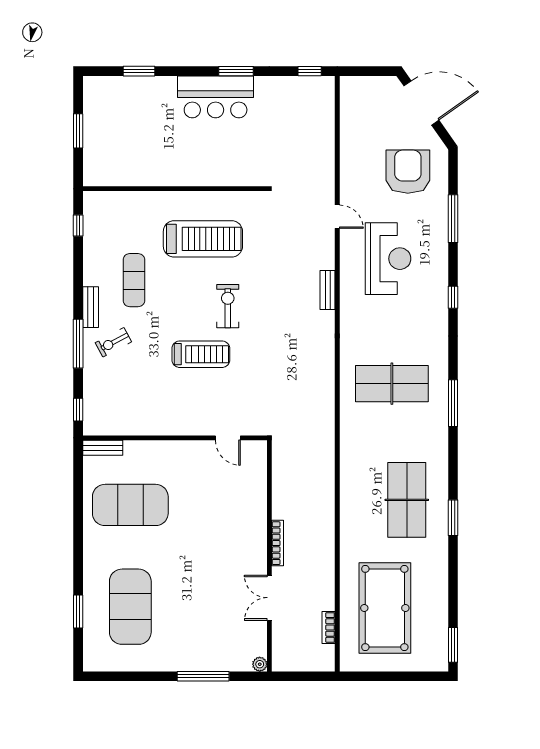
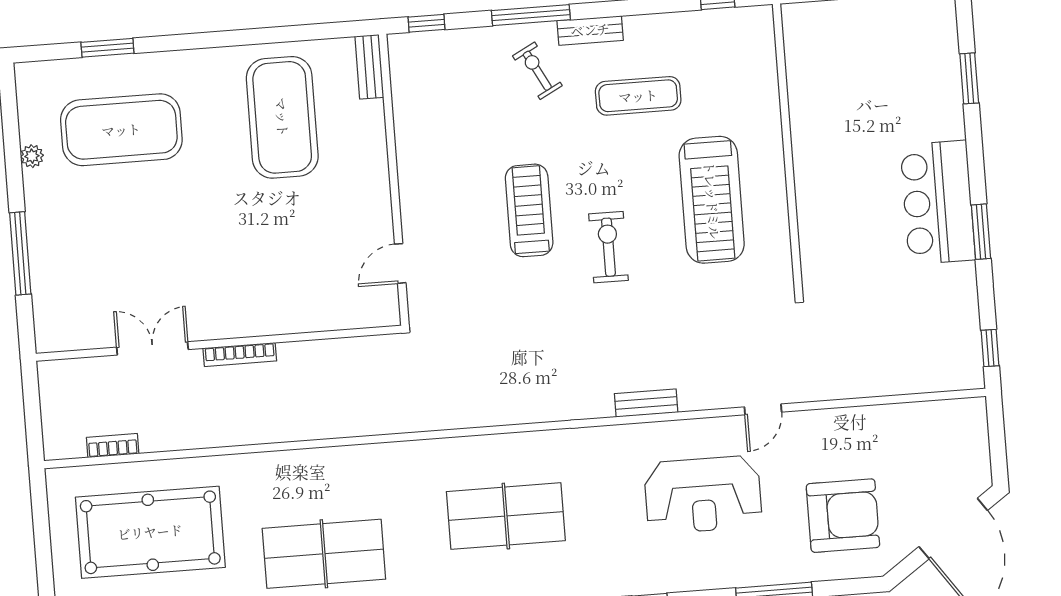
exercise bike: (228, 306) -> (608, 247), turned -90
treadmill: (201, 354) -> (529, 210), turned 180
table tennis table: (392, 384) -> (506, 516), turned 90
plant: (260, 664) -> (32, 156), moved

